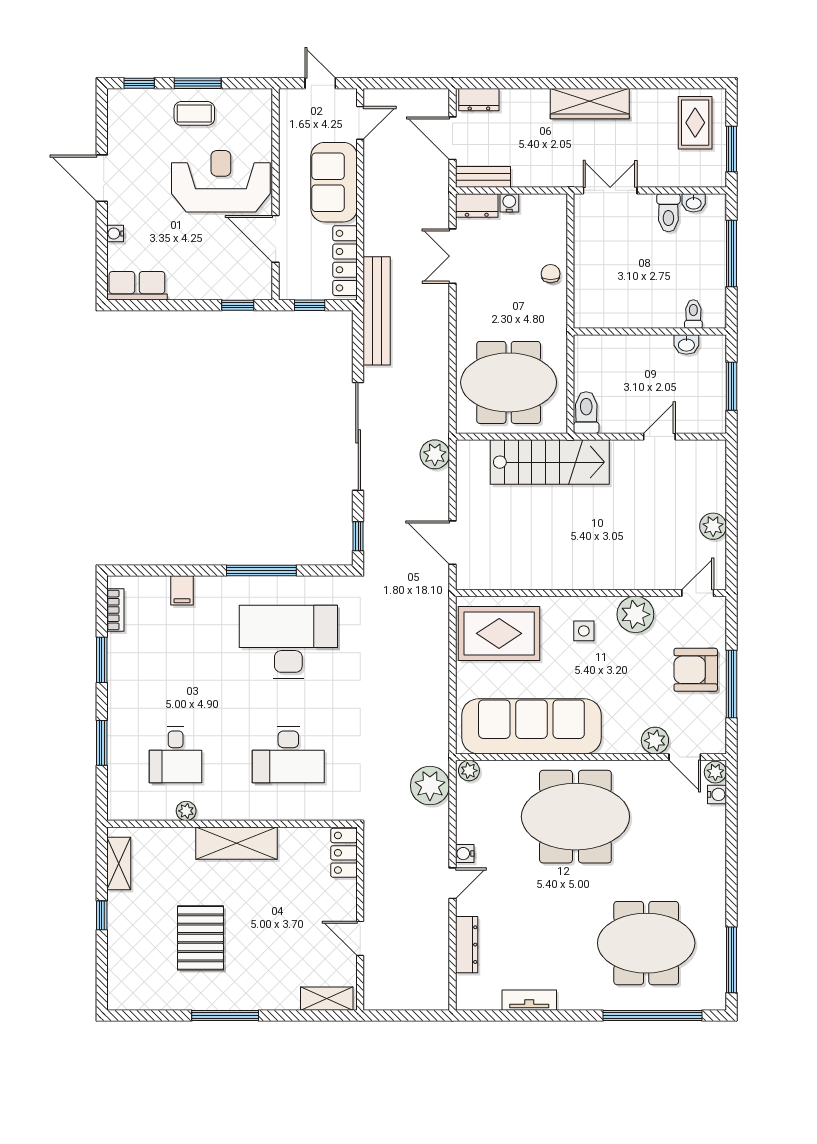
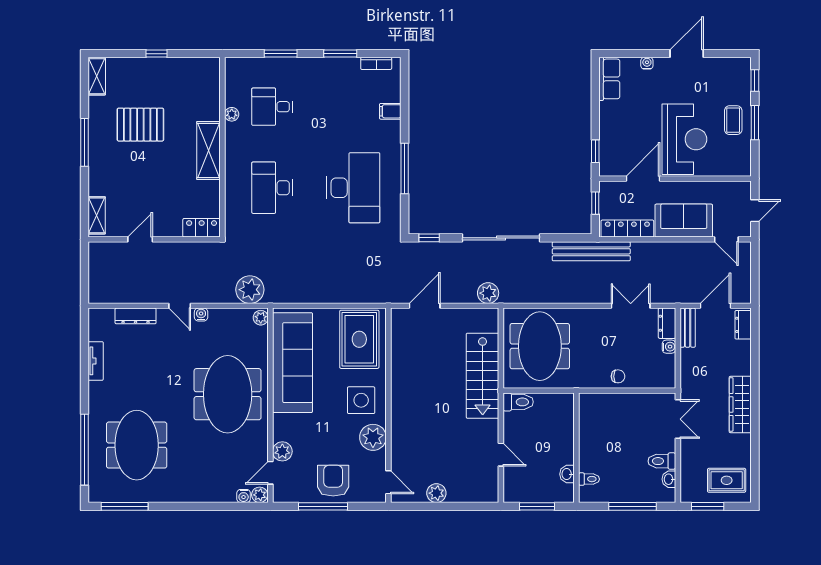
side table: (584, 631) -> (361, 400), width x1.87, depth x1.87
shelving: (119, 863) -> (97, 76), moved, turned 90

